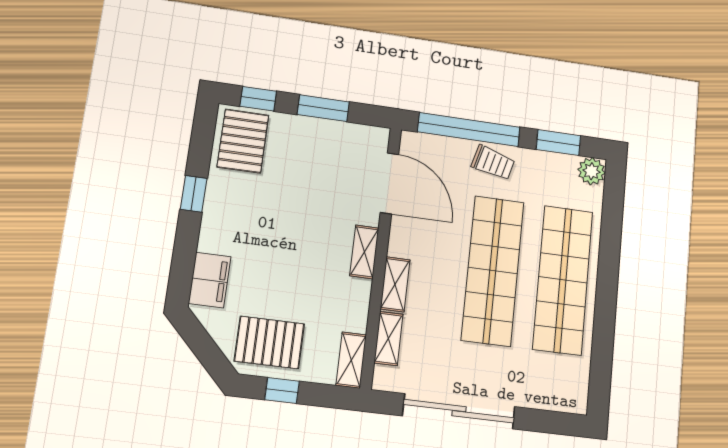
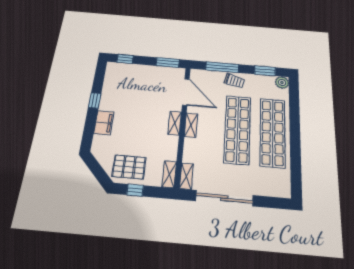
window: (323, 108) -> (168, 63), moved
window: (469, 129) -> (222, 67), width x0.68
pallet: (243, 141) -> (118, 77), removed
filing cabinet: (210, 280) -> (104, 123), moved
shelving: (395, 284) -> (191, 125), moved
shelving: (389, 338) -> (186, 176), moved

